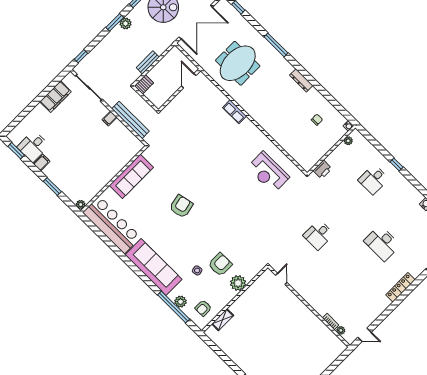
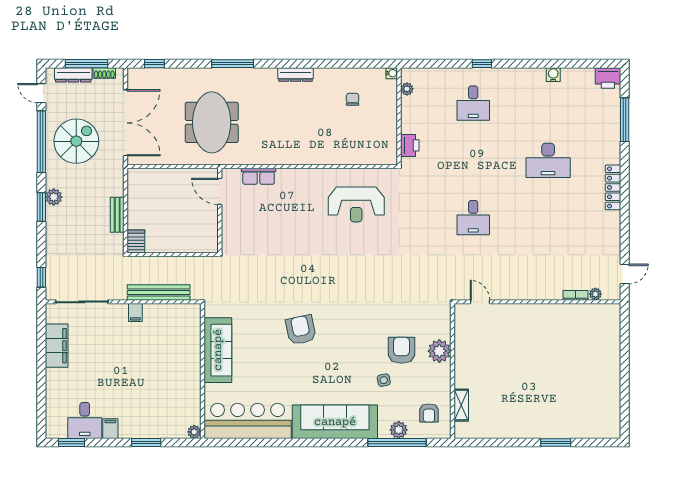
door: (189, 81) -> (220, 191), moved
wall: (179, 90) -> (220, 211), moved

